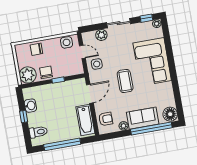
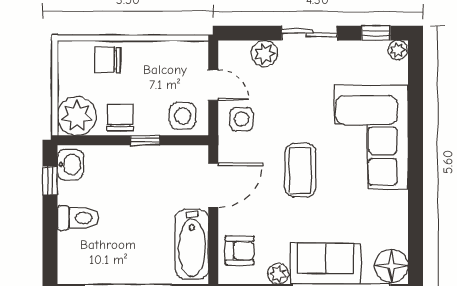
side table: (67, 42) -> (183, 116), moved
washbasin: (30, 106) -> (70, 165), moved
window: (24, 117) -> (50, 181), moved
toilet: (38, 132) -> (78, 218), moved

